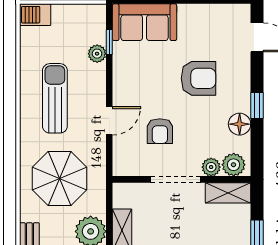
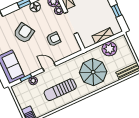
armchair: (198, 78) -> (24, 33), turned 59
door: (109, 121) -> (49, 67), moved

